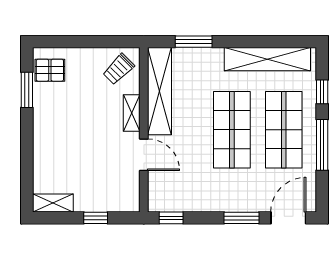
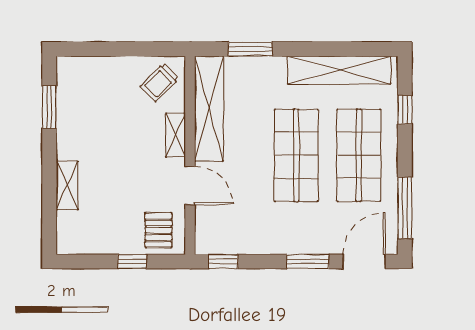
pallet: (50, 70) -> (158, 230), moved, turned 90
window: (322, 145) -> (405, 208), moved
shelving: (53, 203) -> (67, 185), moved, turned 90

